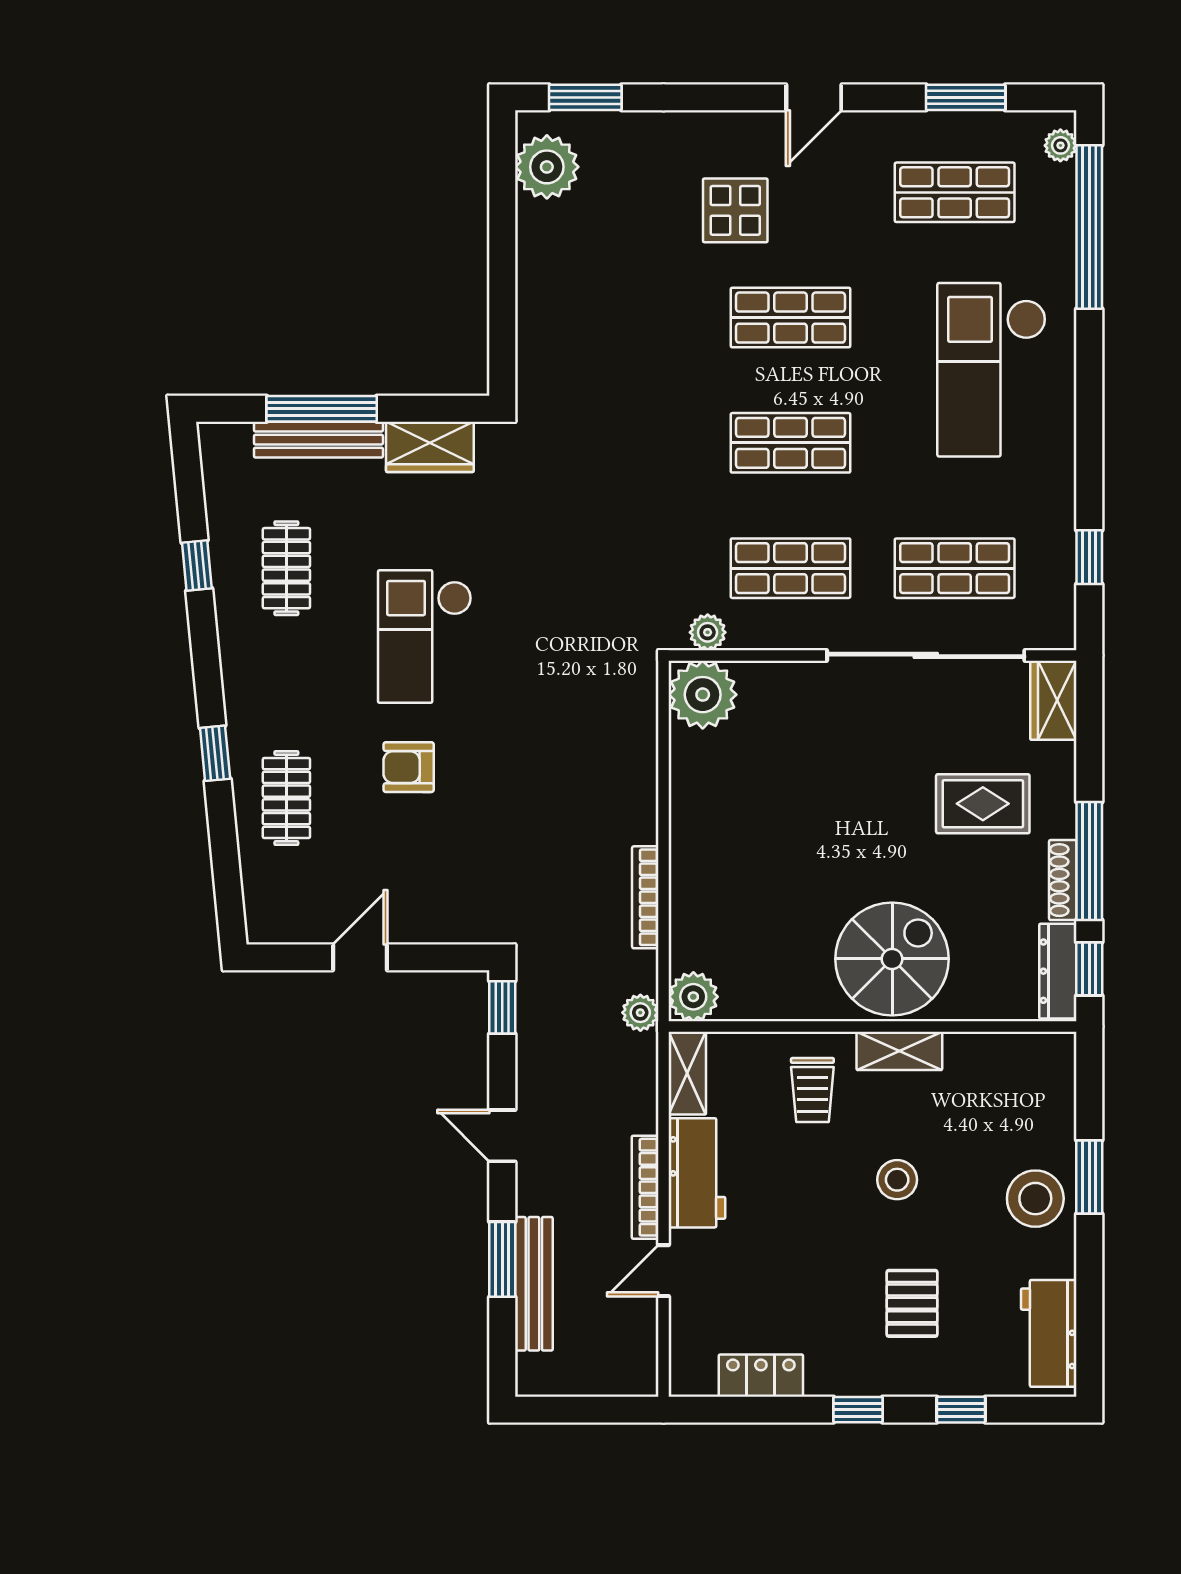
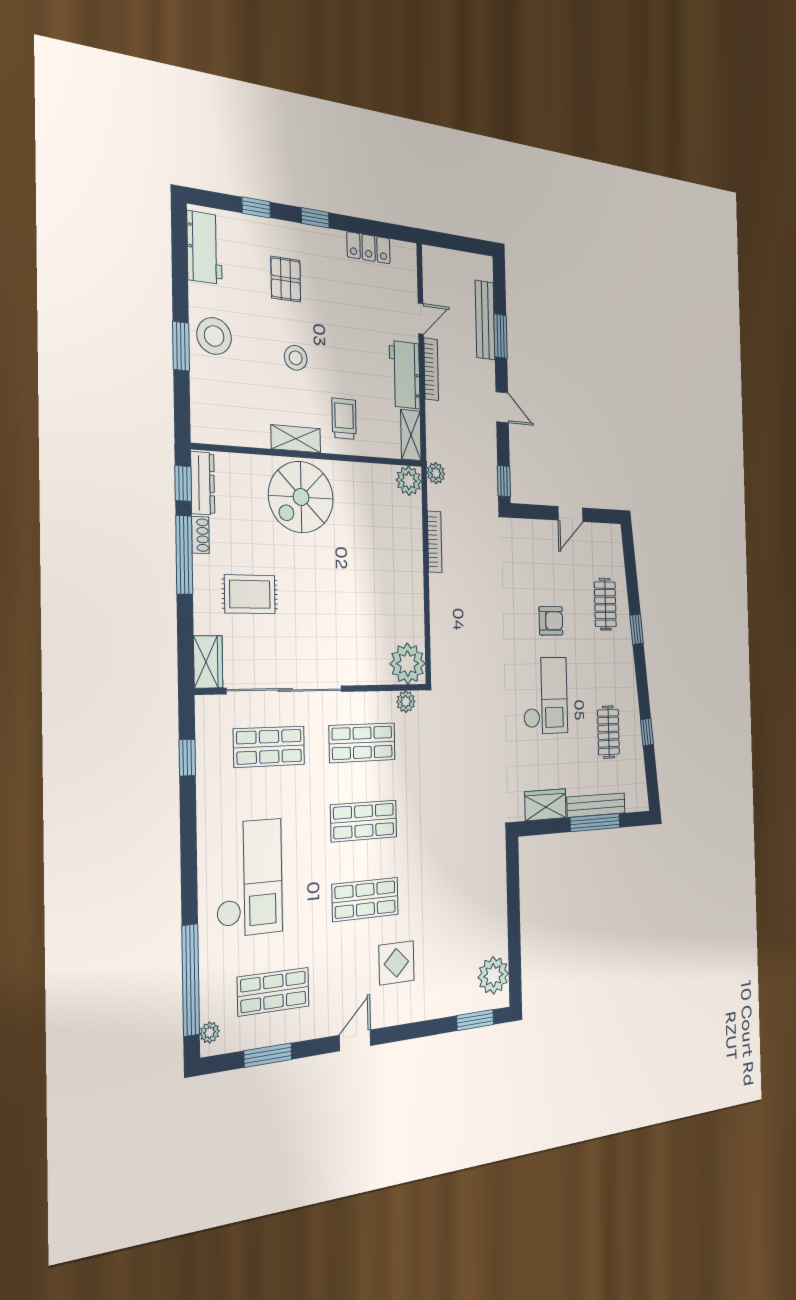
shoe rack: (1063, 880) -> (200, 535), width x0.70

